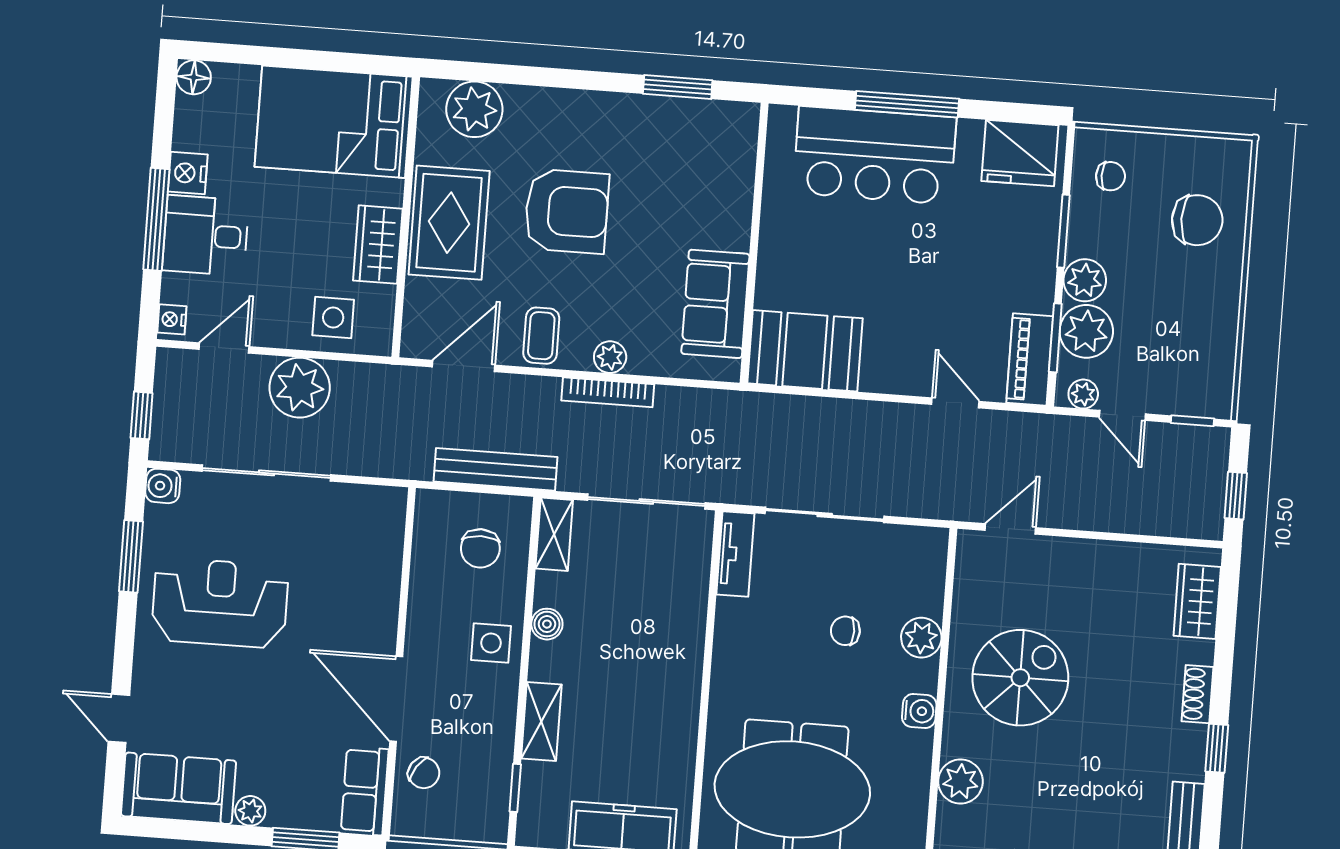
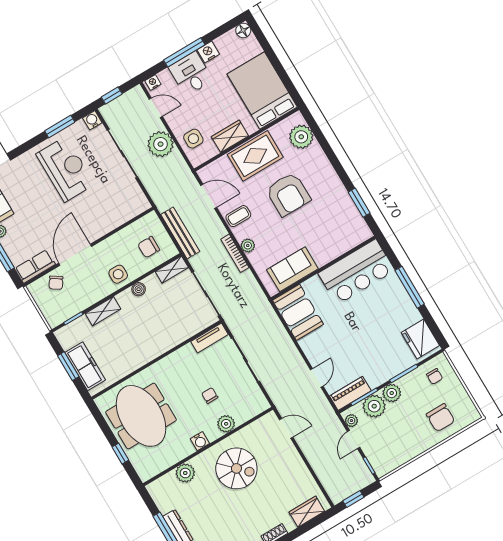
bar counter: (875, 155) -> (356, 272), moved, turned -90

